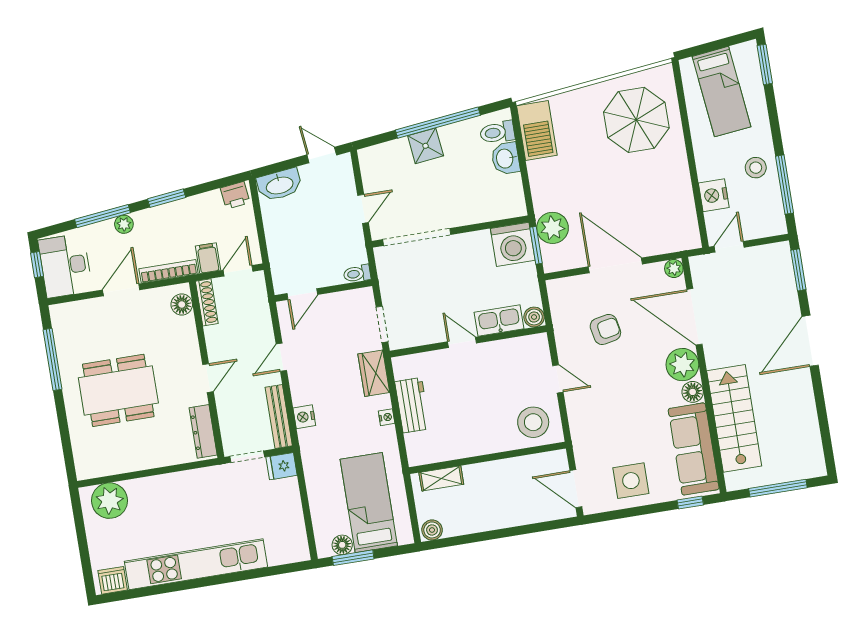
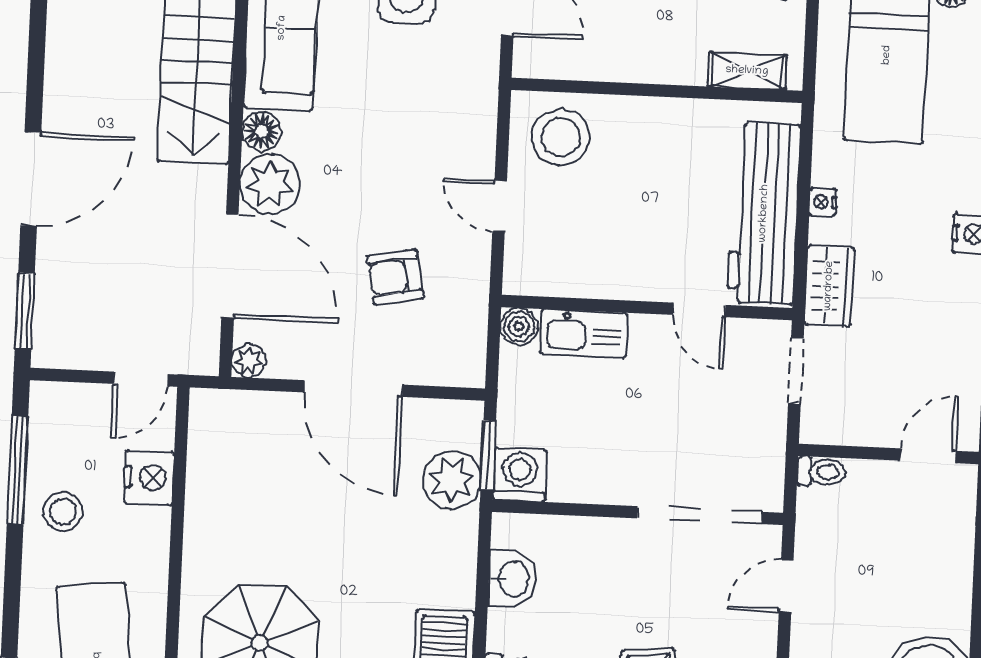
washbasin: (505, 158) -> (512, 579), moved
washing machine: (513, 244) -> (520, 475), width x0.73, depth x0.73
door: (462, 342) -> (699, 310), moved
workbench: (412, 405) -> (764, 213), width x1.88, depth x1.32

